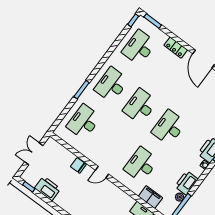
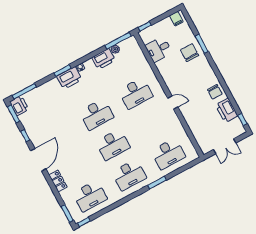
chair: (78, 165) -> (215, 92), moved
filing cabinet: (150, 197) -> (141, 61), removed

